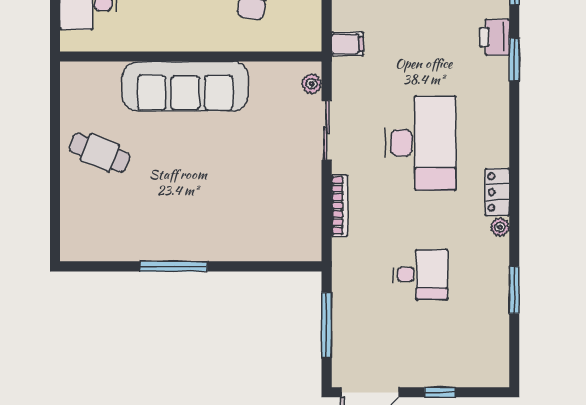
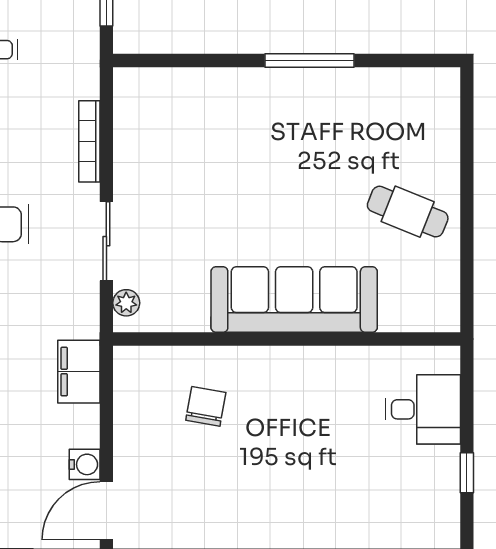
filing cabinet: (347, 44) -> (79, 372), width x2.00

